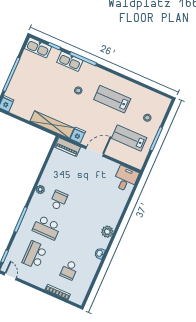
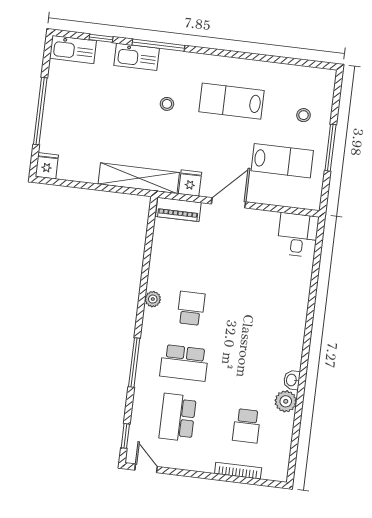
lab bench: (129, 138) -> (282, 161), turned 180
plant: (107, 232) -> (286, 401), moved

